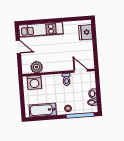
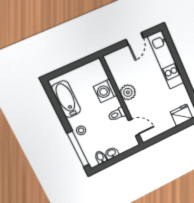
plant: (37, 67) -> (128, 92), moved
door: (81, 71) -> (134, 127), hinge flipped
washing machine: (34, 82) -> (105, 91), moved

